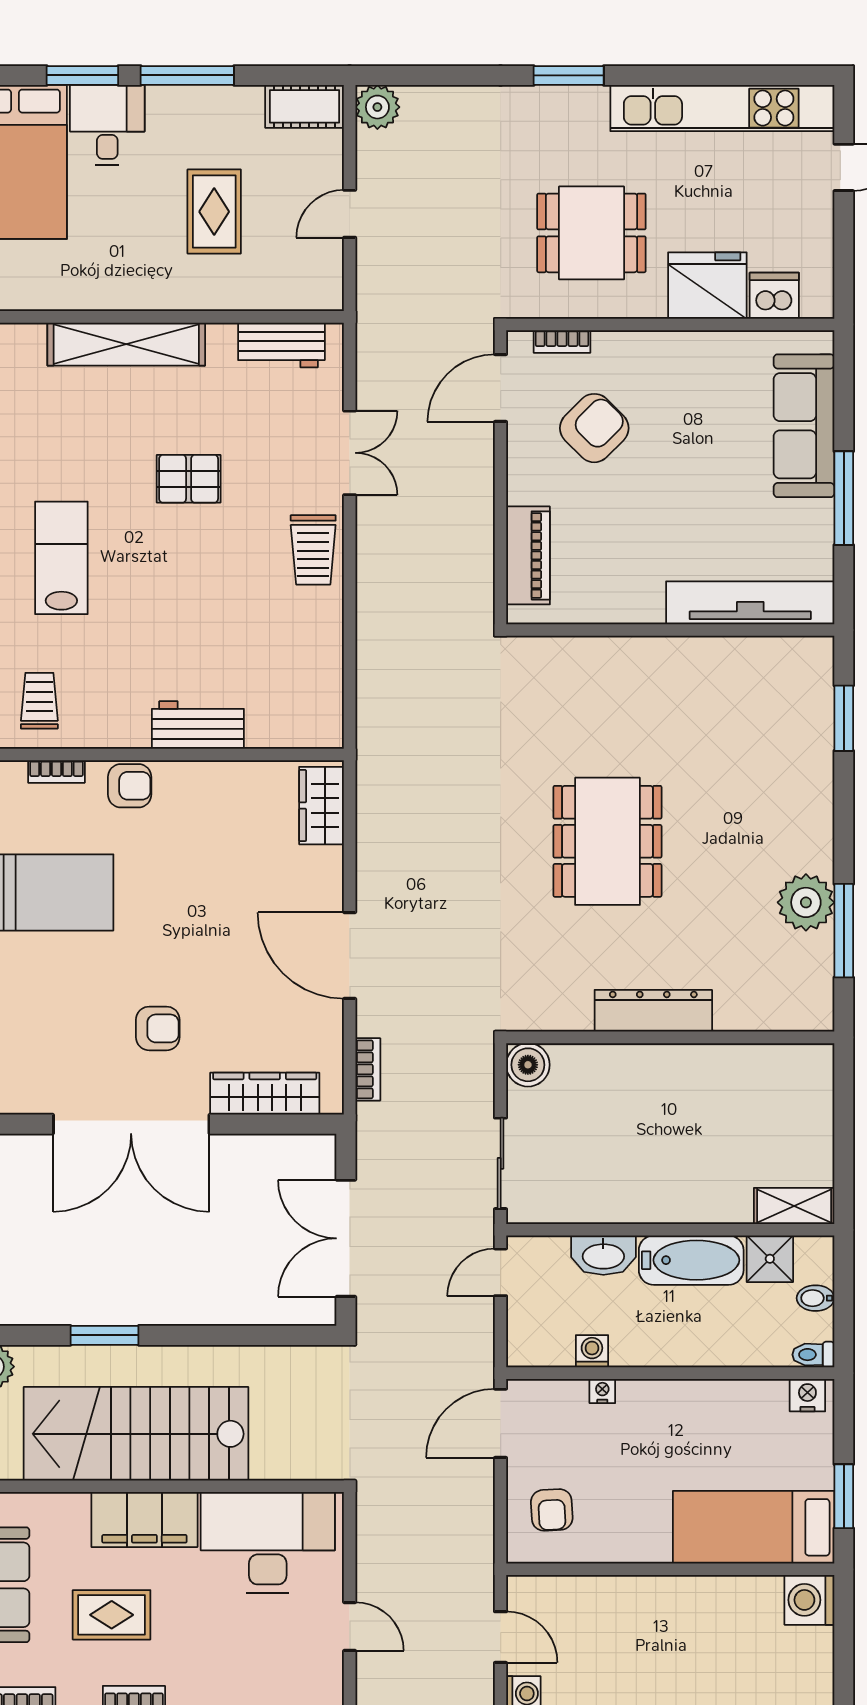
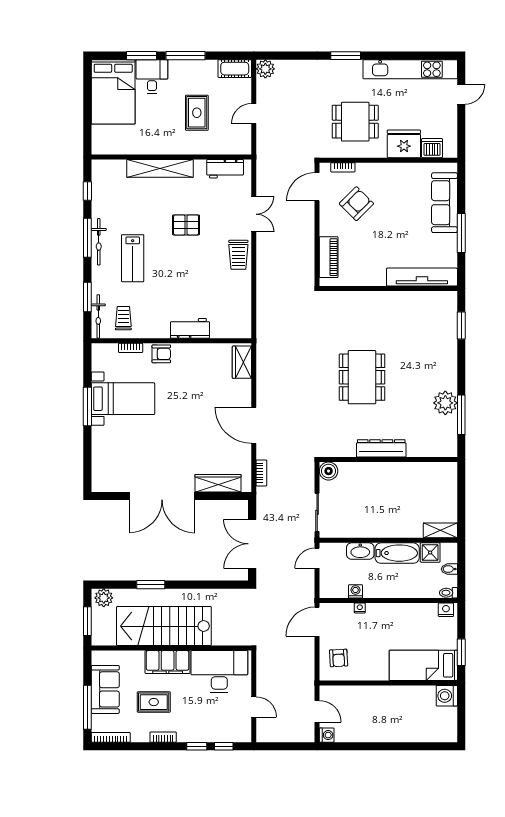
lab bench: (61, 558) -> (133, 258), turned 180
armchair: (158, 1028) -> (173, 456), removed

